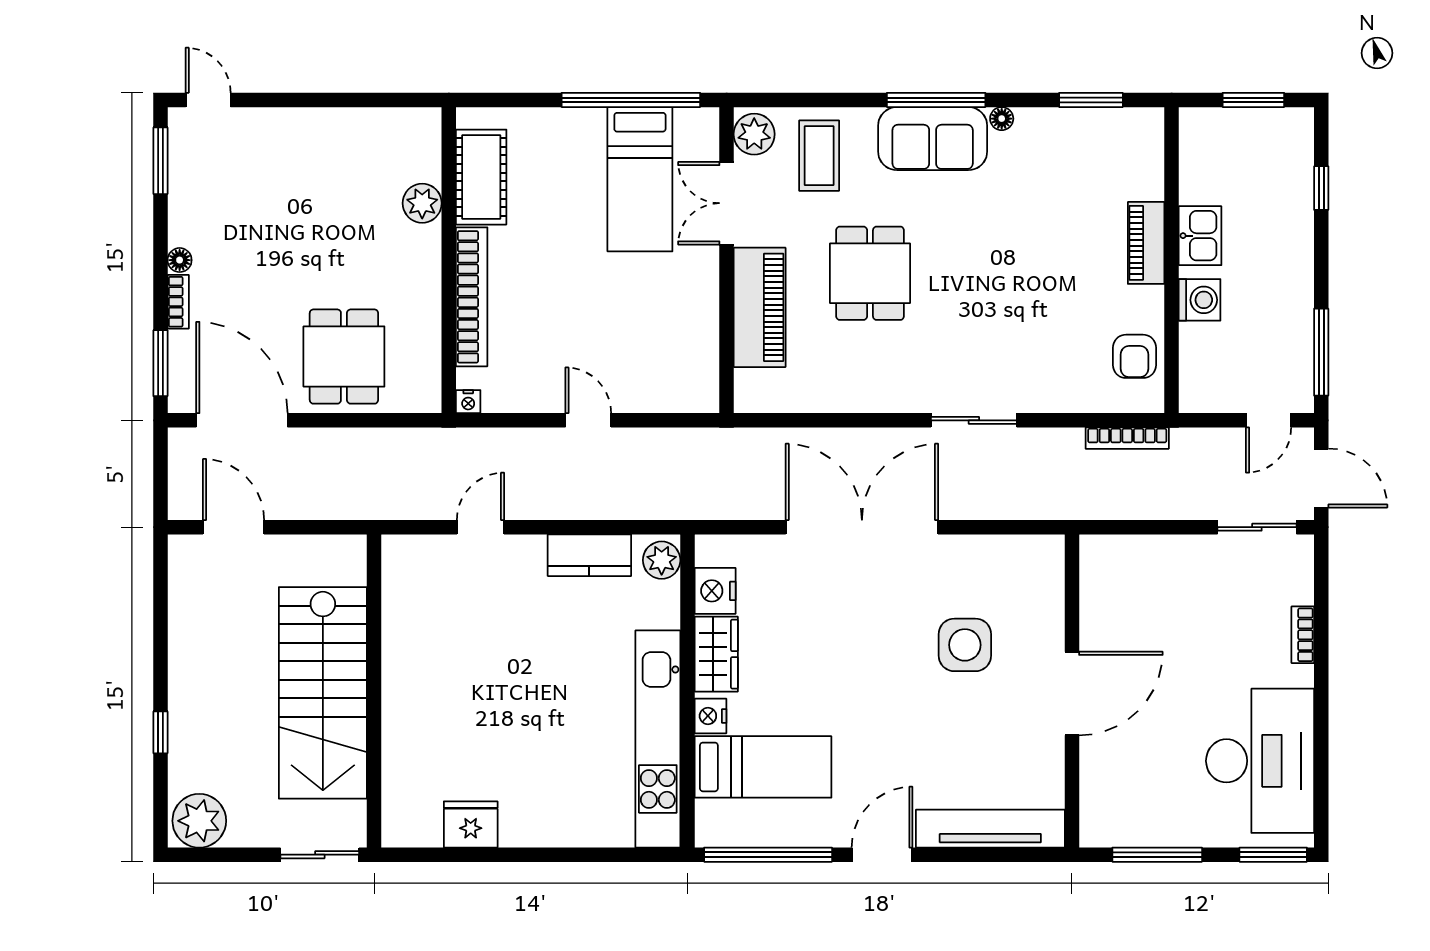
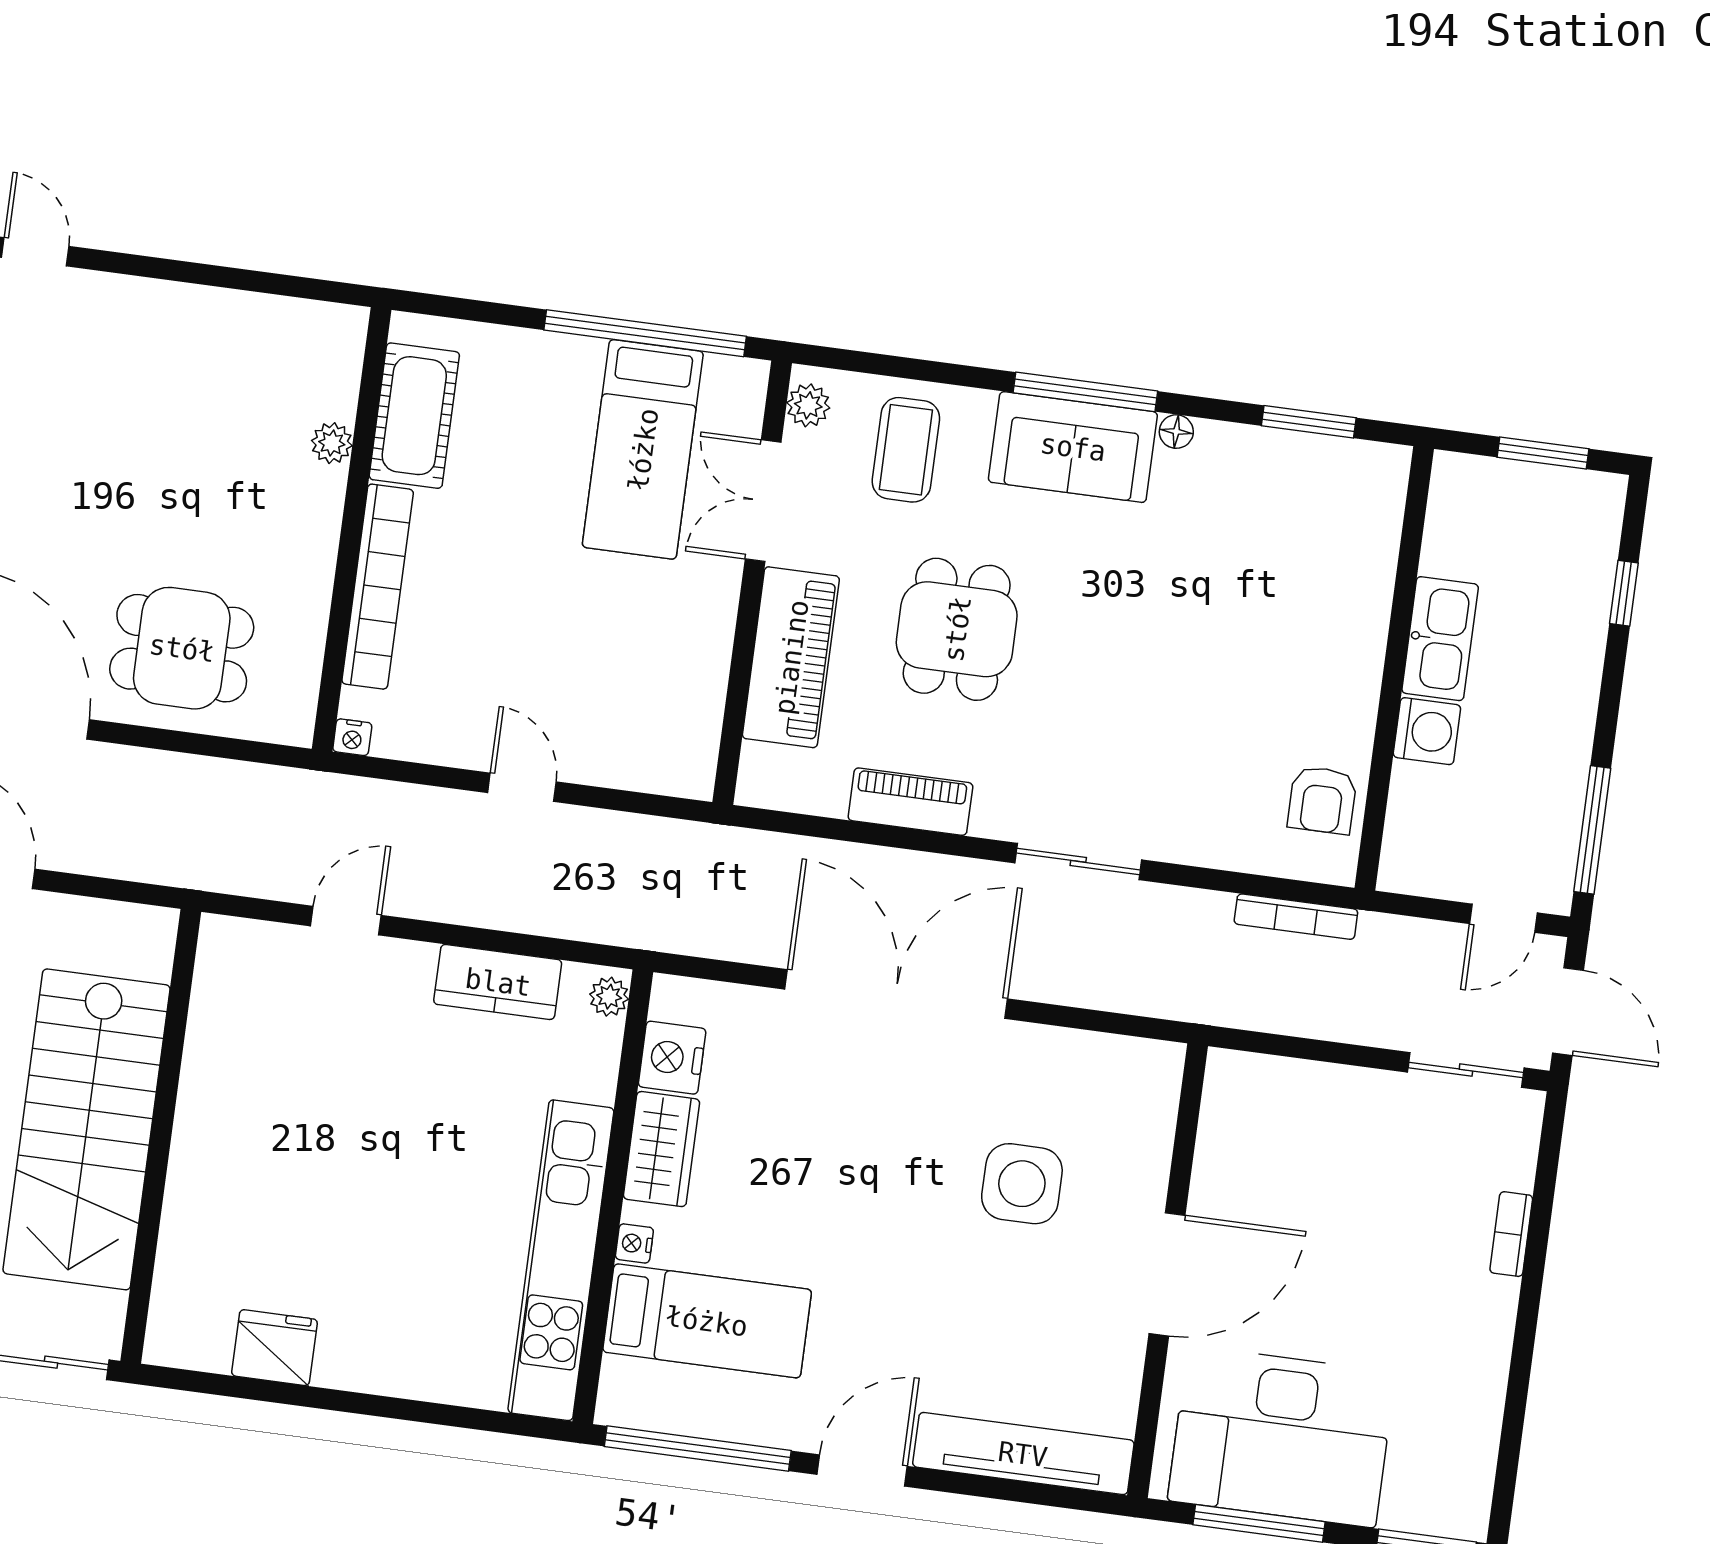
plant: (754, 134) -> (808, 405), width x0.73, depth x0.73
plant: (422, 203) -> (332, 443), width x0.73, depth x0.73
kitchen sink: (1200, 236) -> (1440, 639), width x1.38
piano: (1146, 243) -> (910, 802), moved, turned 90
dining table: (344, 357) -> (182, 648), turned 90
plant: (662, 560) -> (609, 997), width x0.73, depth x0.73
nightstand: (710, 716) -> (634, 1243), width x0.72, depth x0.74
desk: (1260, 761) -> (1282, 1437), moved, turned 90

